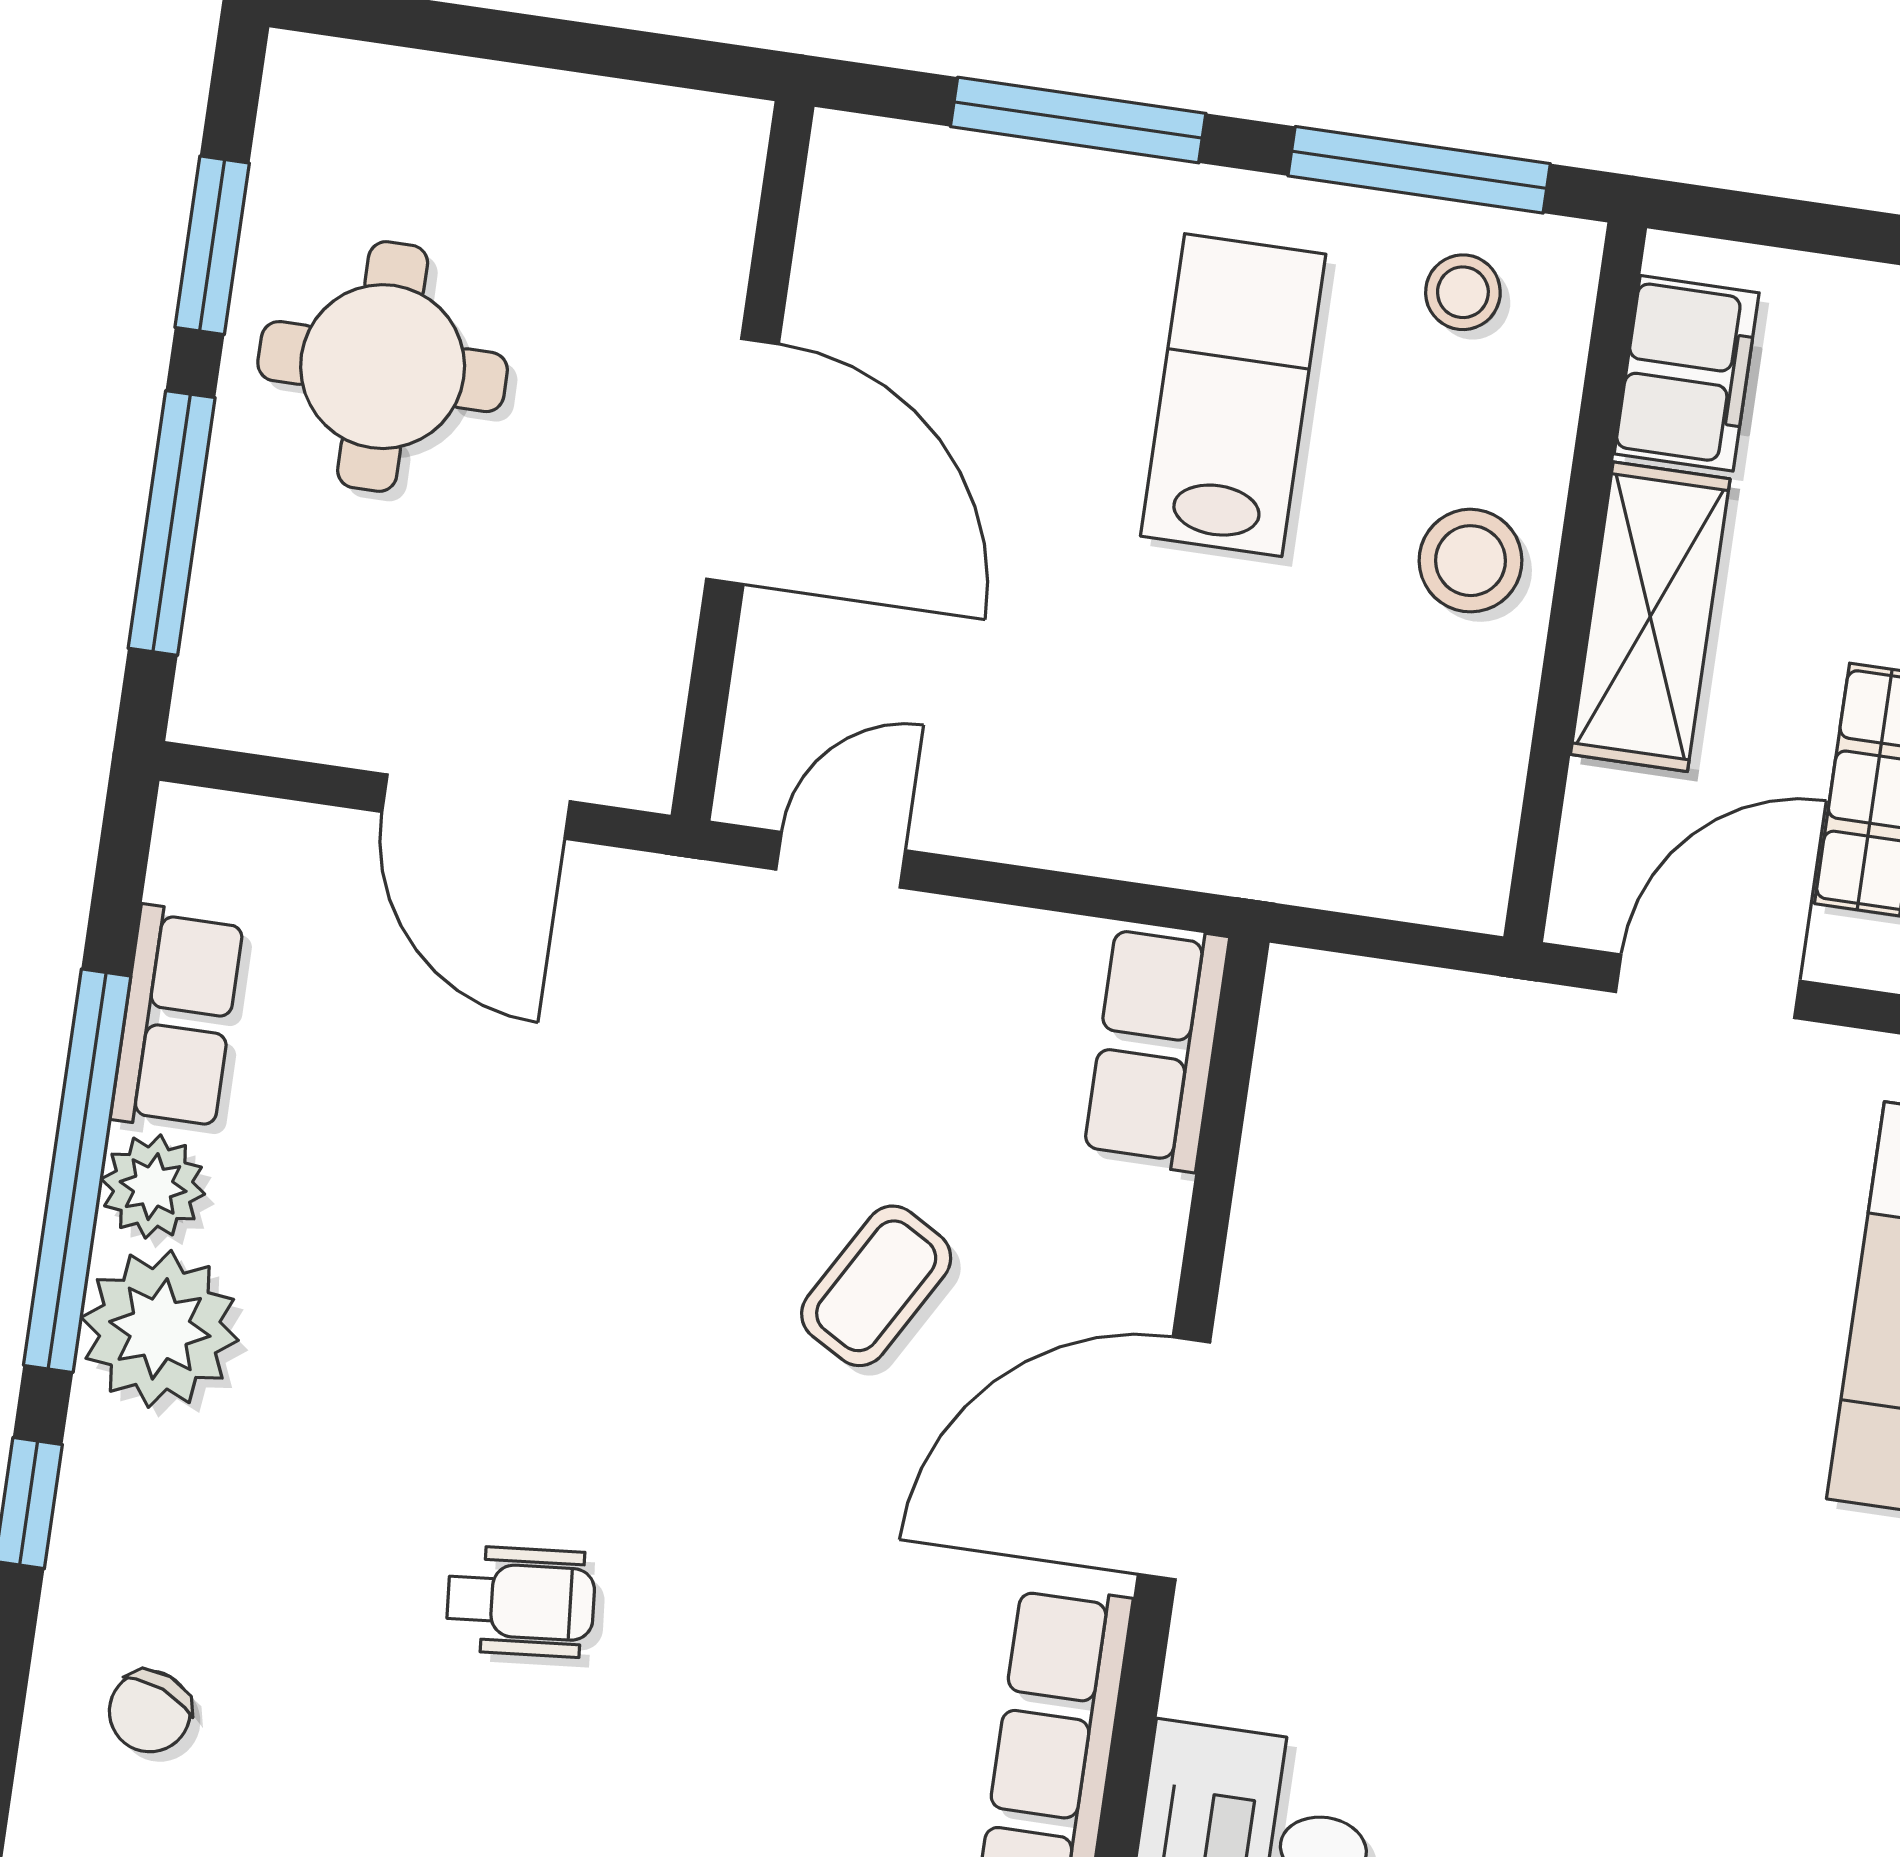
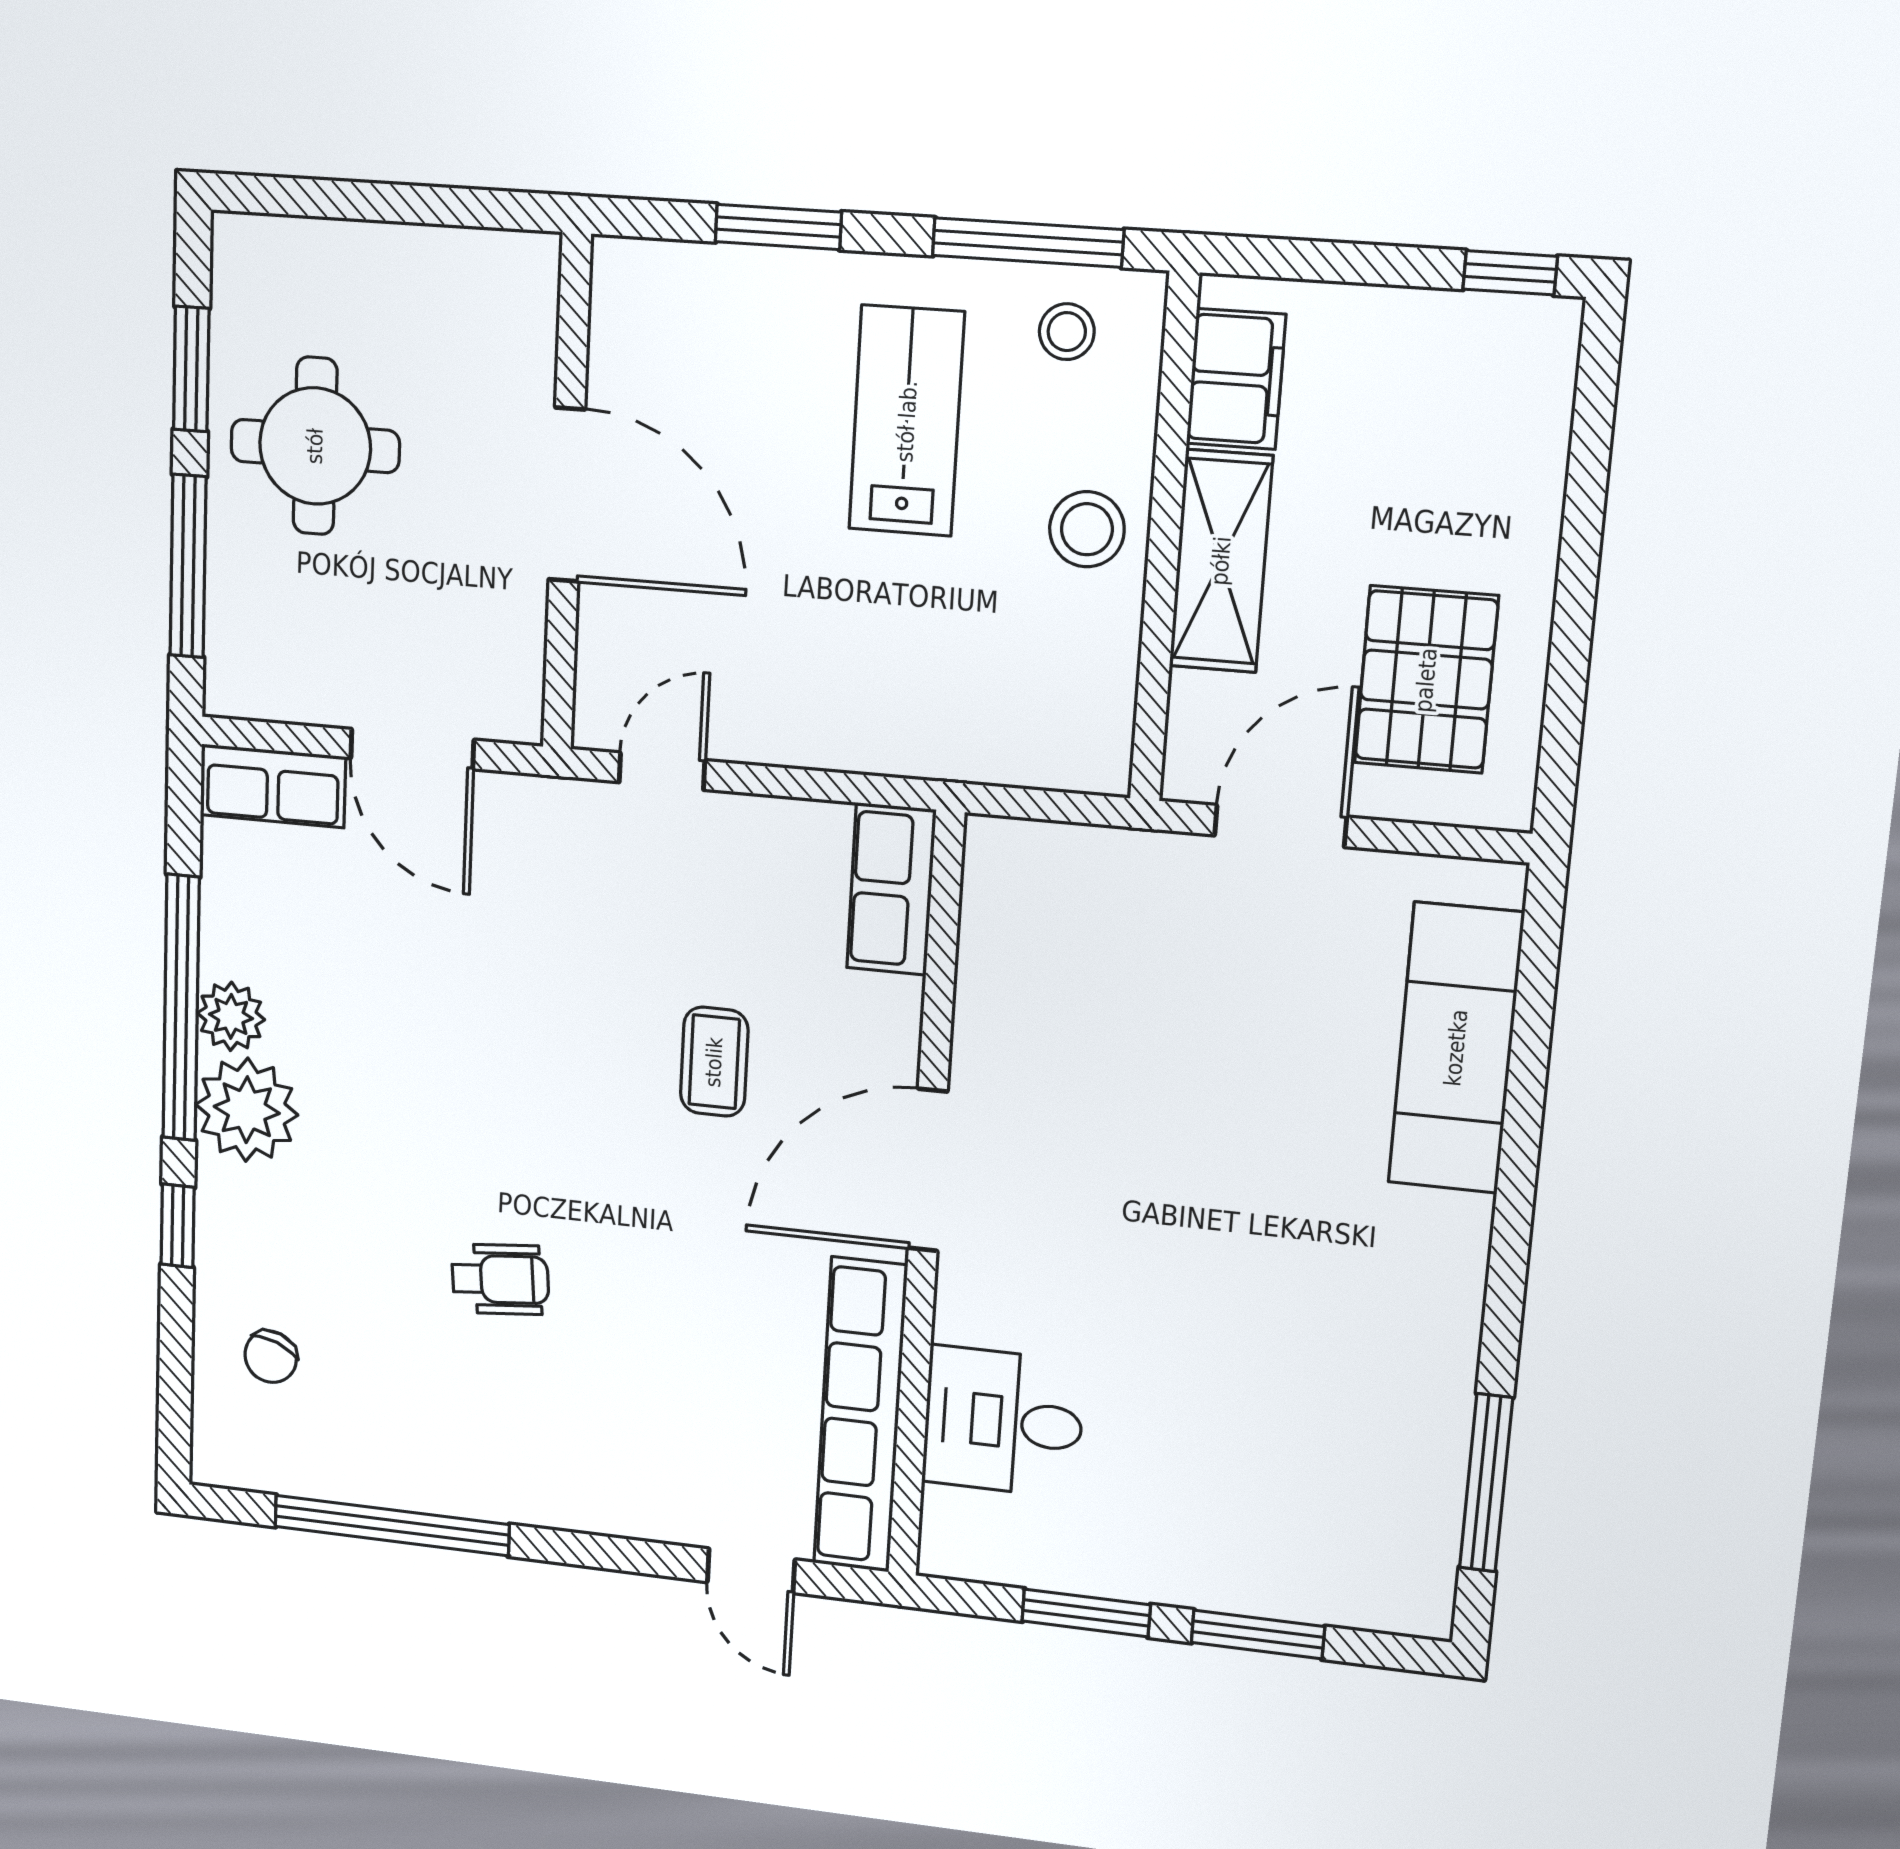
window: (1078, 120) -> (778, 227), width x0.69
row of seats: (177, 1019) -> (273, 786), moved, turned 90
coffee table: (876, 1286) -> (714, 1062), turned -30

